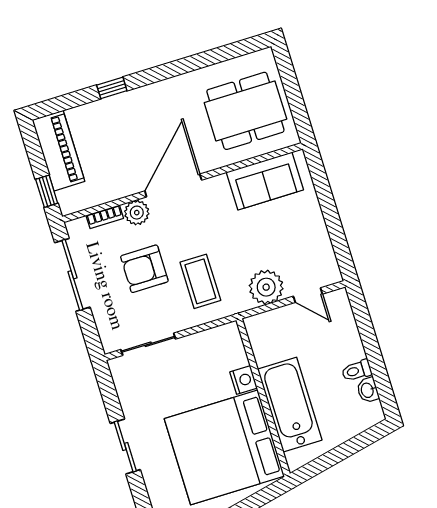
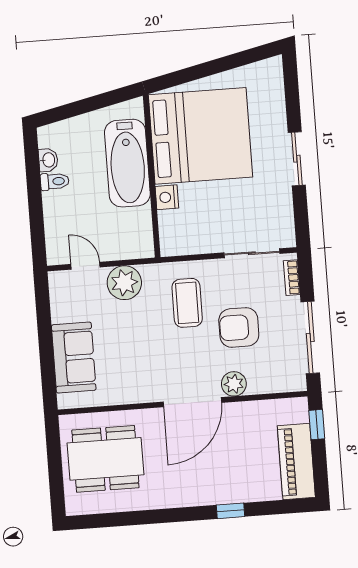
sofa: (265, 181) -> (74, 358), moved, turned 90
bookcase: (105, 217) -> (292, 278), moved, turned -90
armchair: (144, 269) -> (239, 327), turned 180

